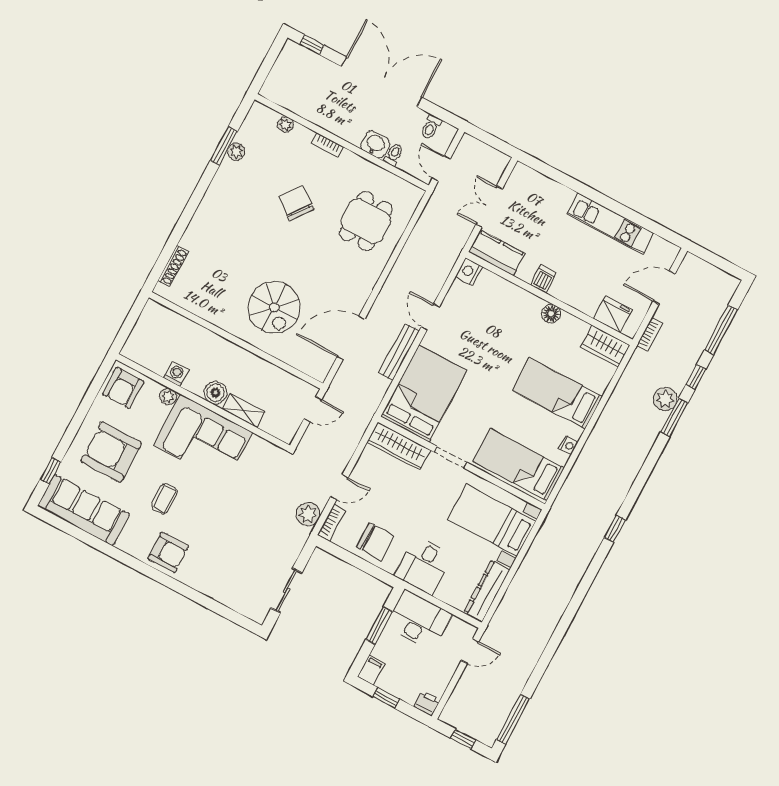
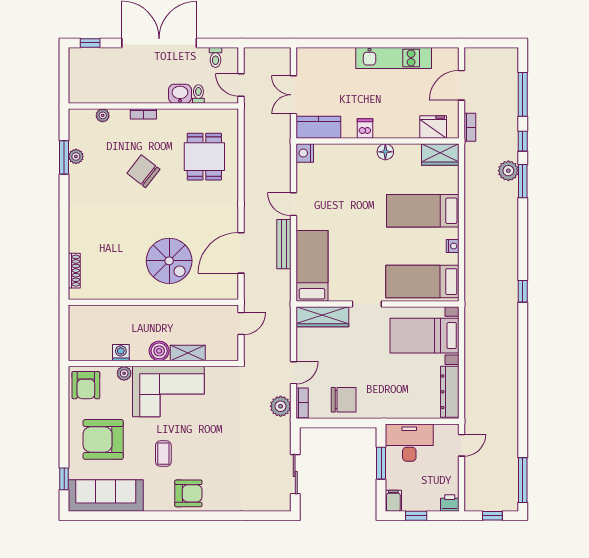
bed: (424, 394) -> (312, 266), width x0.67
desk: (424, 565) -> (391, 398), removed

